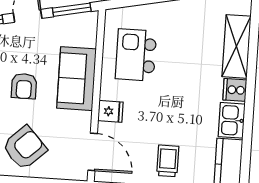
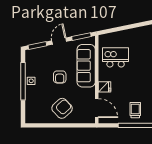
kitchen island: (136, 55) -> (116, 57), turned 90
sofa: (76, 79) -> (86, 66), width x1.36

